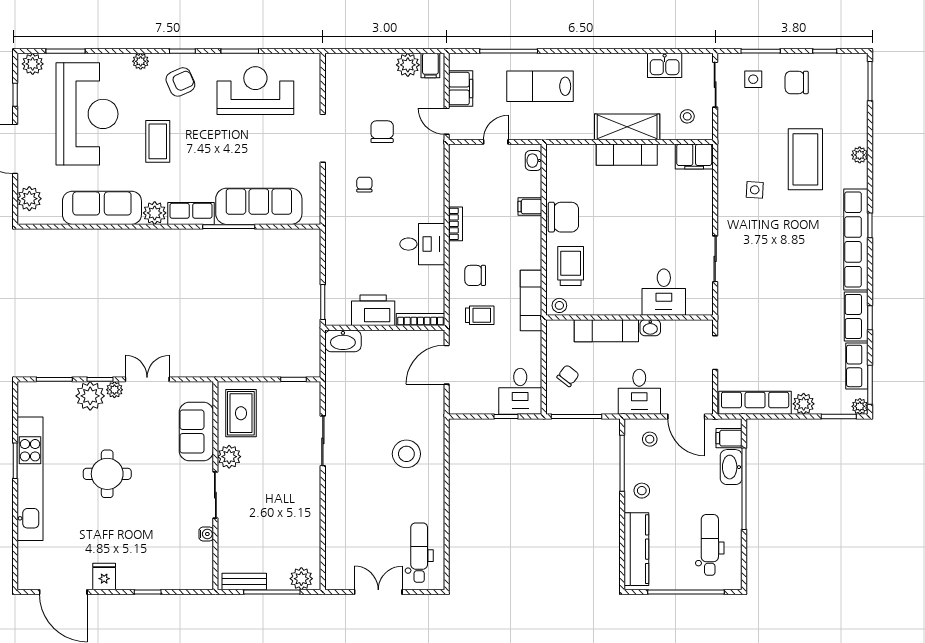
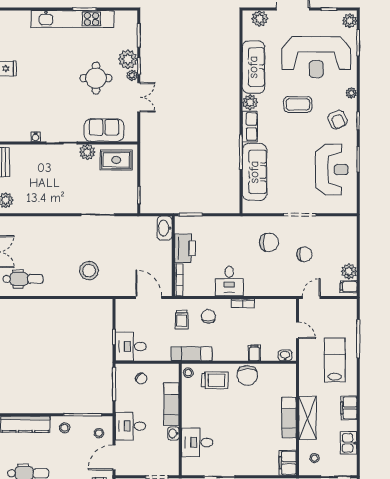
filing cabinet: (461, 88) -> (349, 408), moved, turned 90
chair: (364, 185) -> (269, 242), width x1.87, depth x1.87
round table: (107, 474) -> (96, 78), moved

